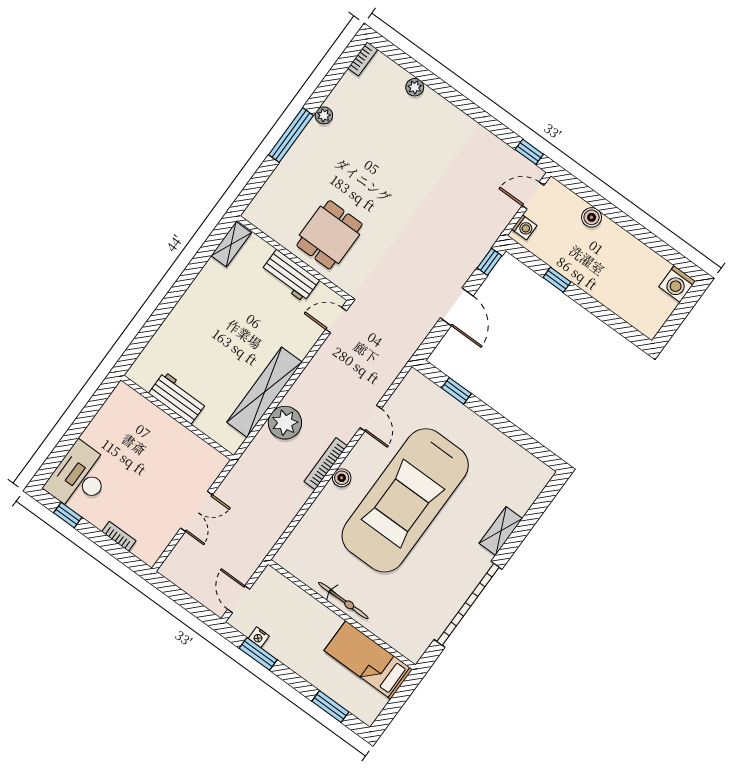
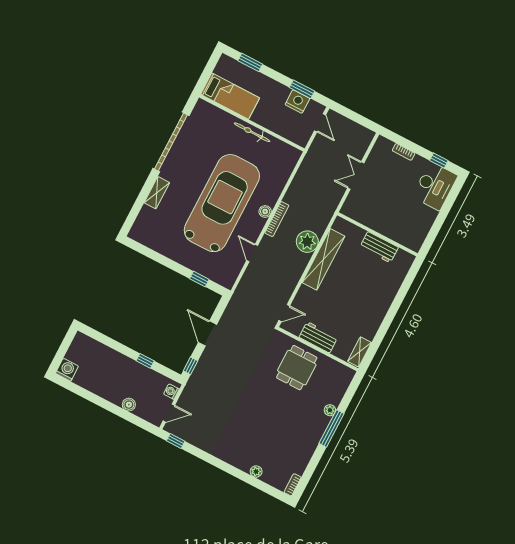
plant: (324, 115) -> (330, 410), moved
nightstand: (259, 637) -> (297, 101), width x1.89, depth x1.79

